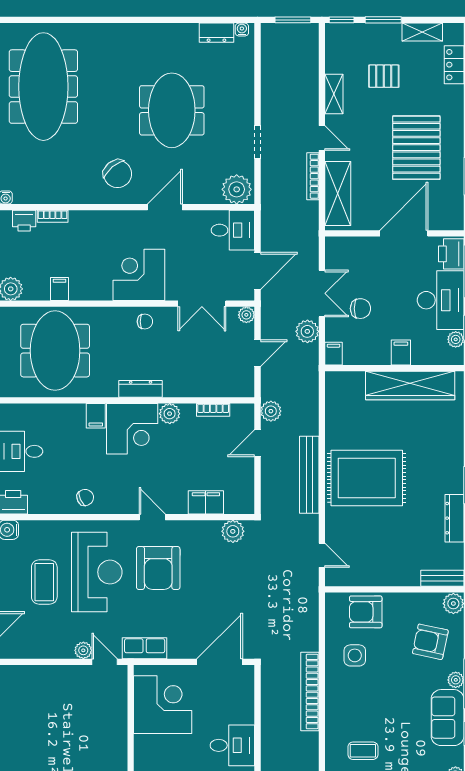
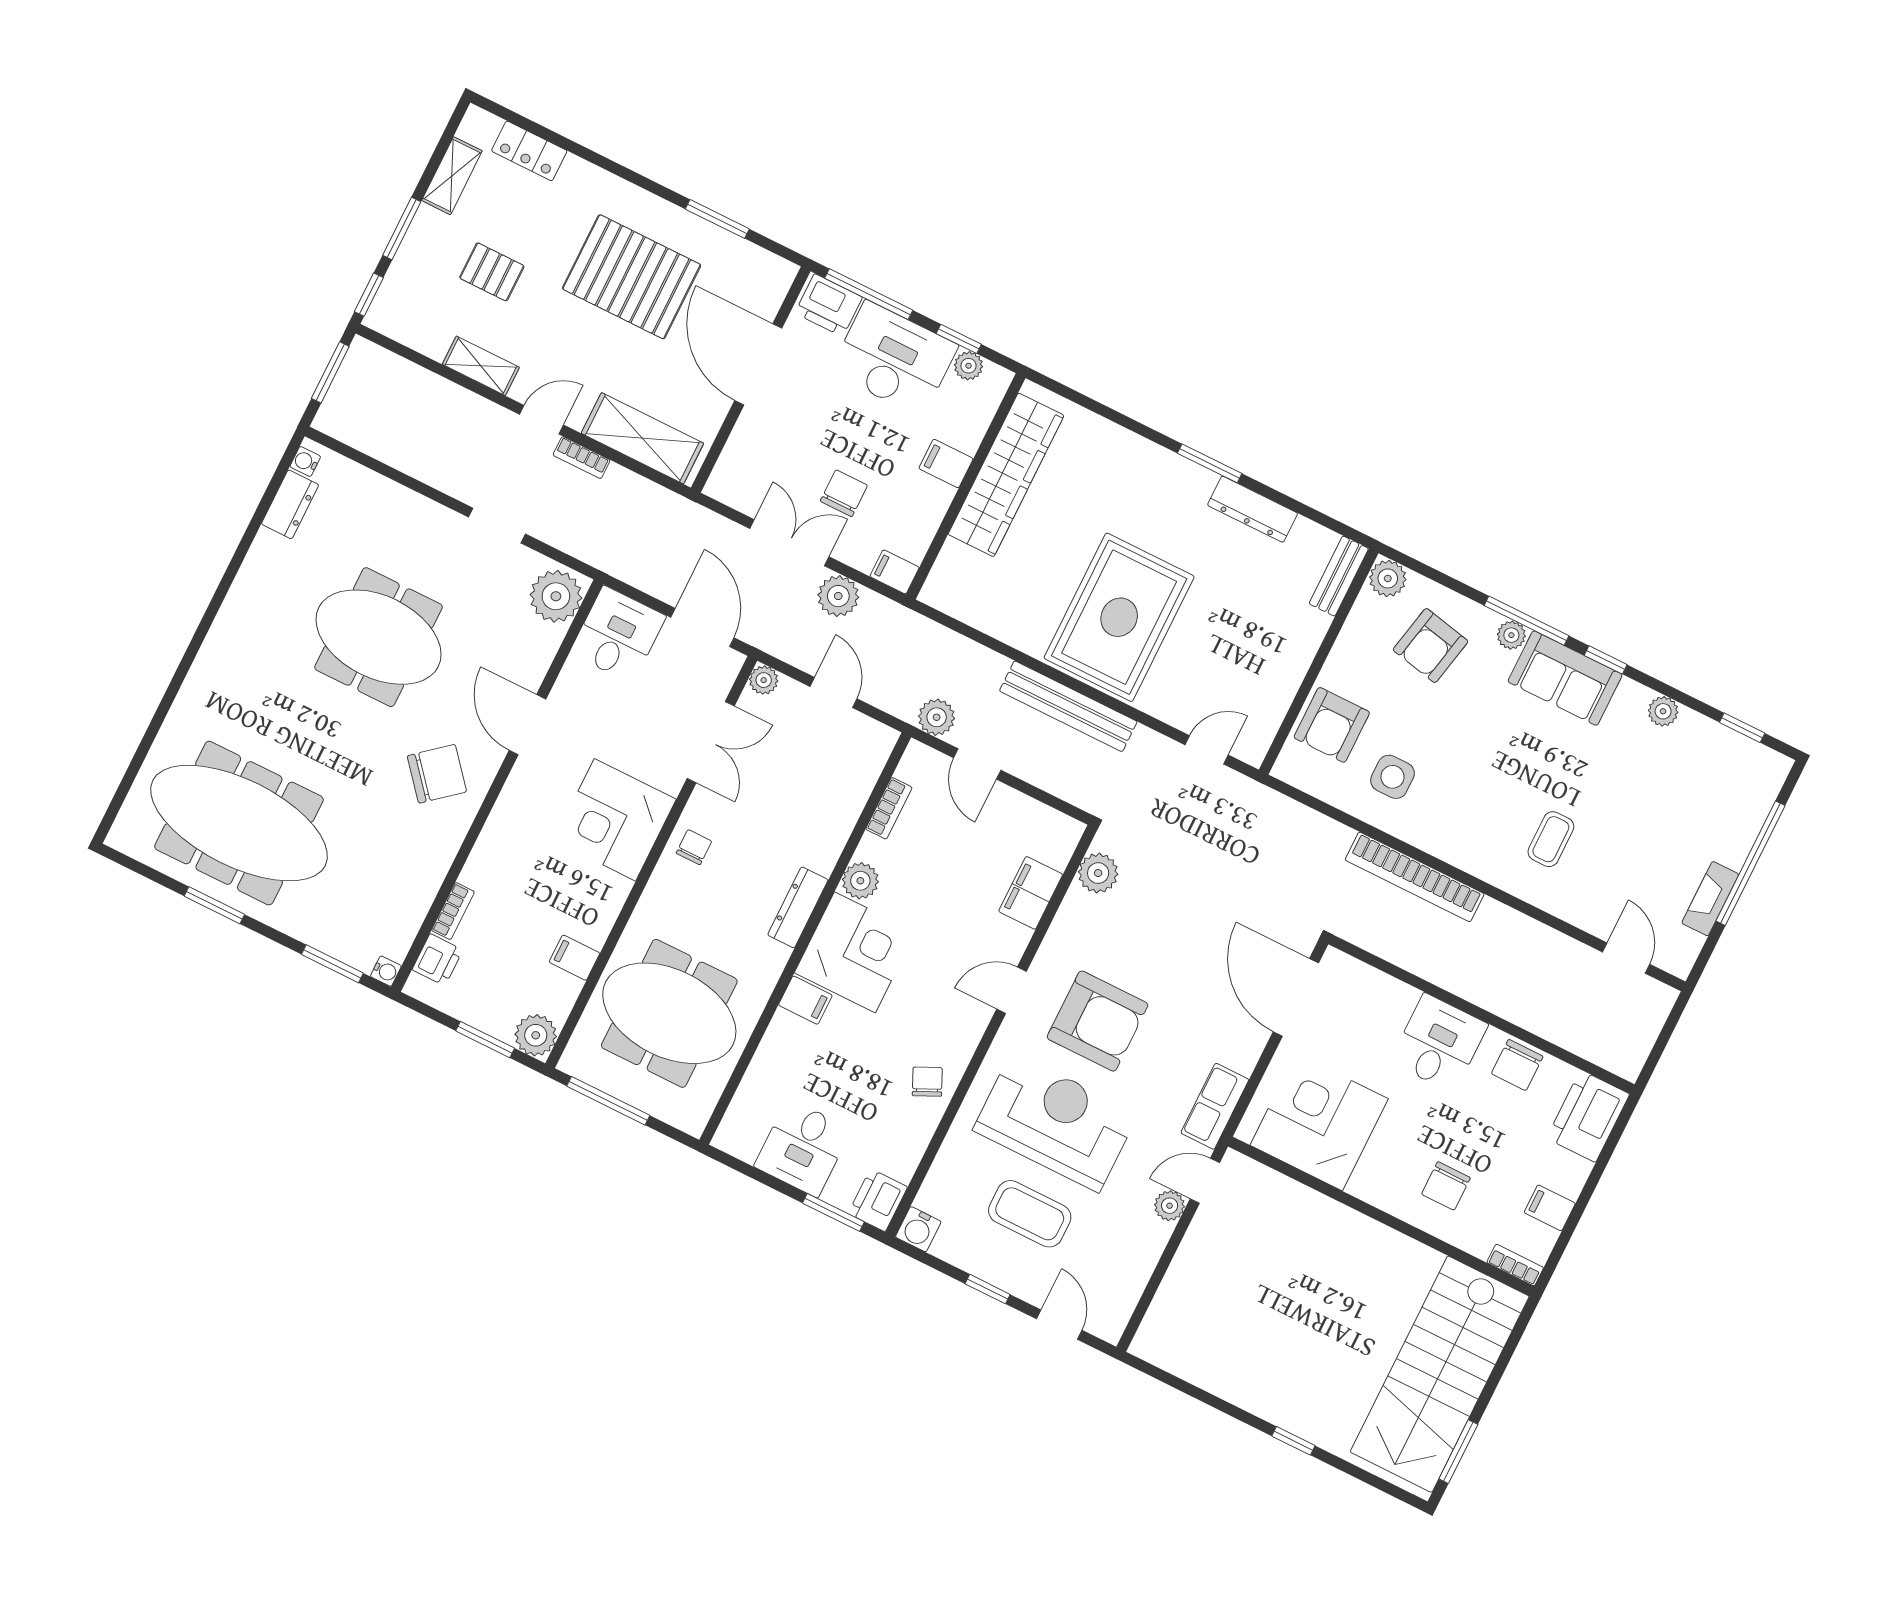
pallet: (384, 76) -> (492, 272), turned 90
bookcase: (313, 176) -> (582, 458), width x0.64

